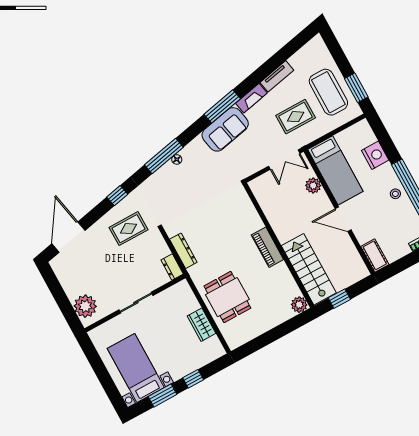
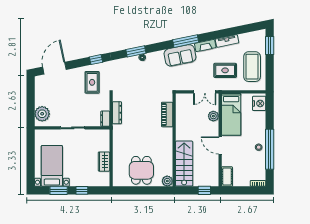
window: (356, 88) -> (270, 45), moved
nightstand: (375, 155) -> (259, 103), moved
window: (164, 156) -> (136, 51), width x0.69
rug: (128, 229) -> (92, 82), turned 90
piano: (267, 247) -> (167, 114), moved
dining table: (227, 297) -> (141, 170), moved
window: (339, 299) -> (204, 190), moved

